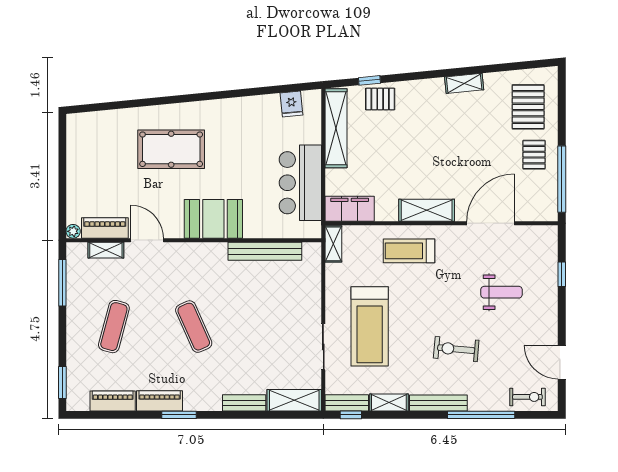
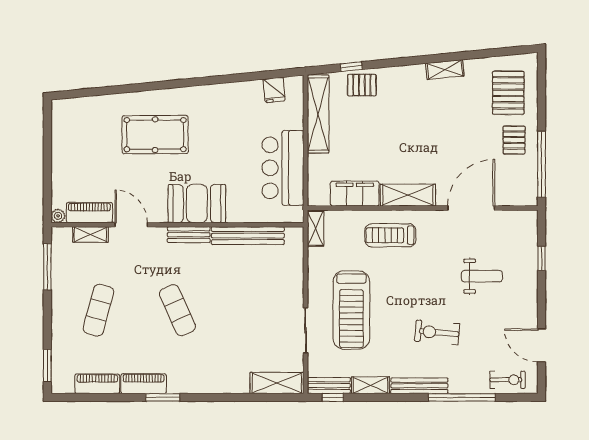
filing cabinet: (350, 209) -> (355, 194), moved
bench: (244, 403) -> (189, 235), moved

